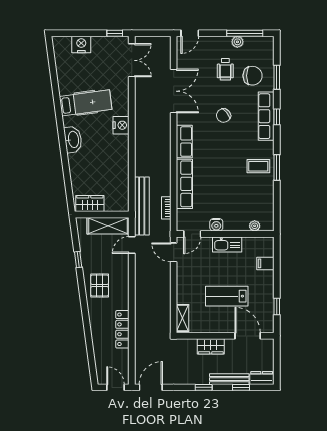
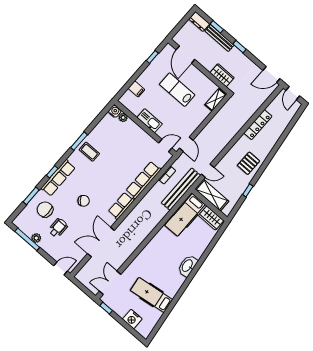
hospital bed: (86, 103) -> (151, 295), moved
nightstand: (121, 125) -> (151, 249), removed
hospital bed: (117, 185) -> (185, 215), added
water cooler: (216, 225) -> (115, 111), moved
lab bench: (227, 296) -> (177, 90), turned 180
wardrobe: (211, 346) -> (222, 75), moved

